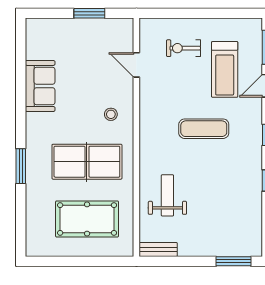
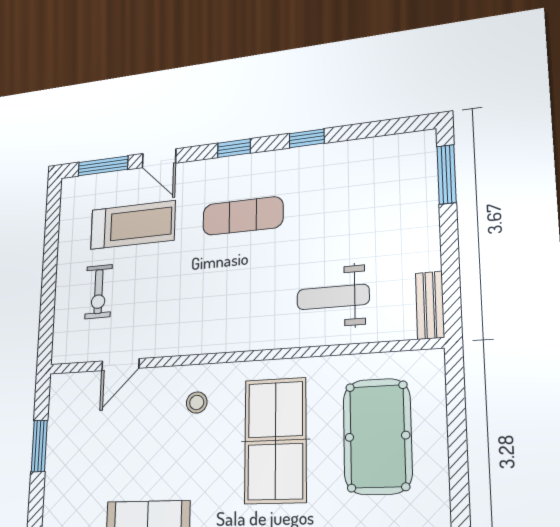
exercise mat: (204, 129) -> (243, 216), moved, turned 90

